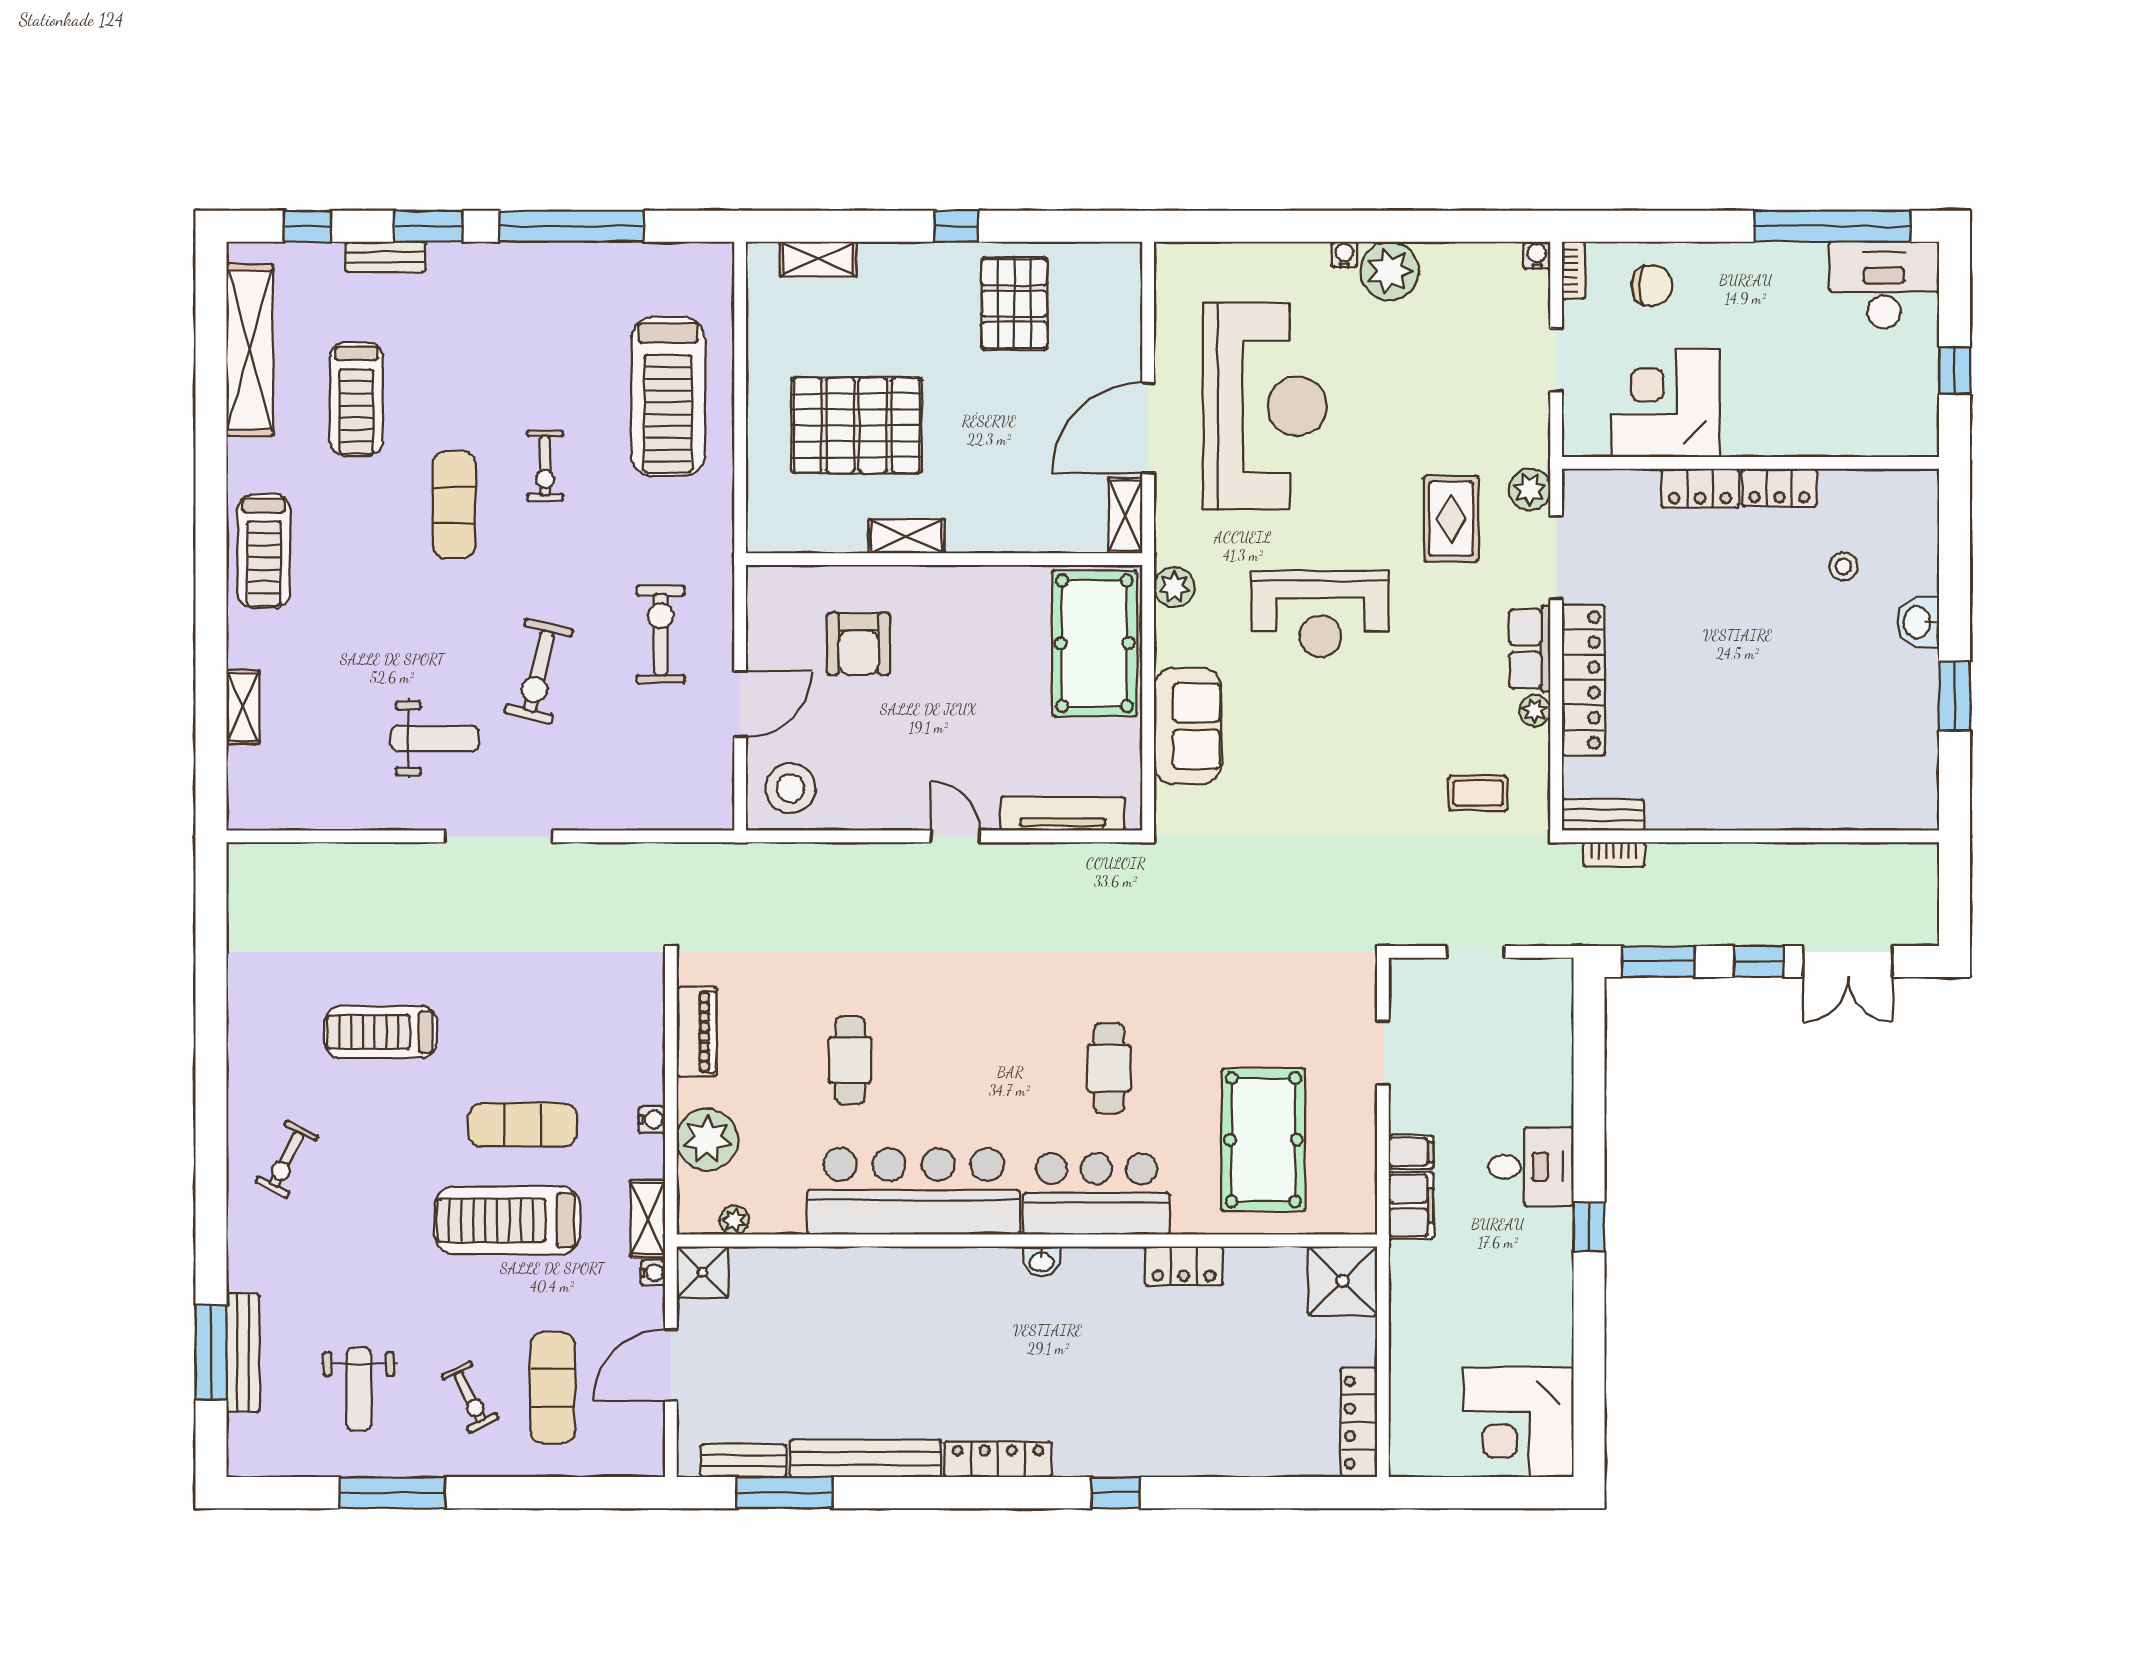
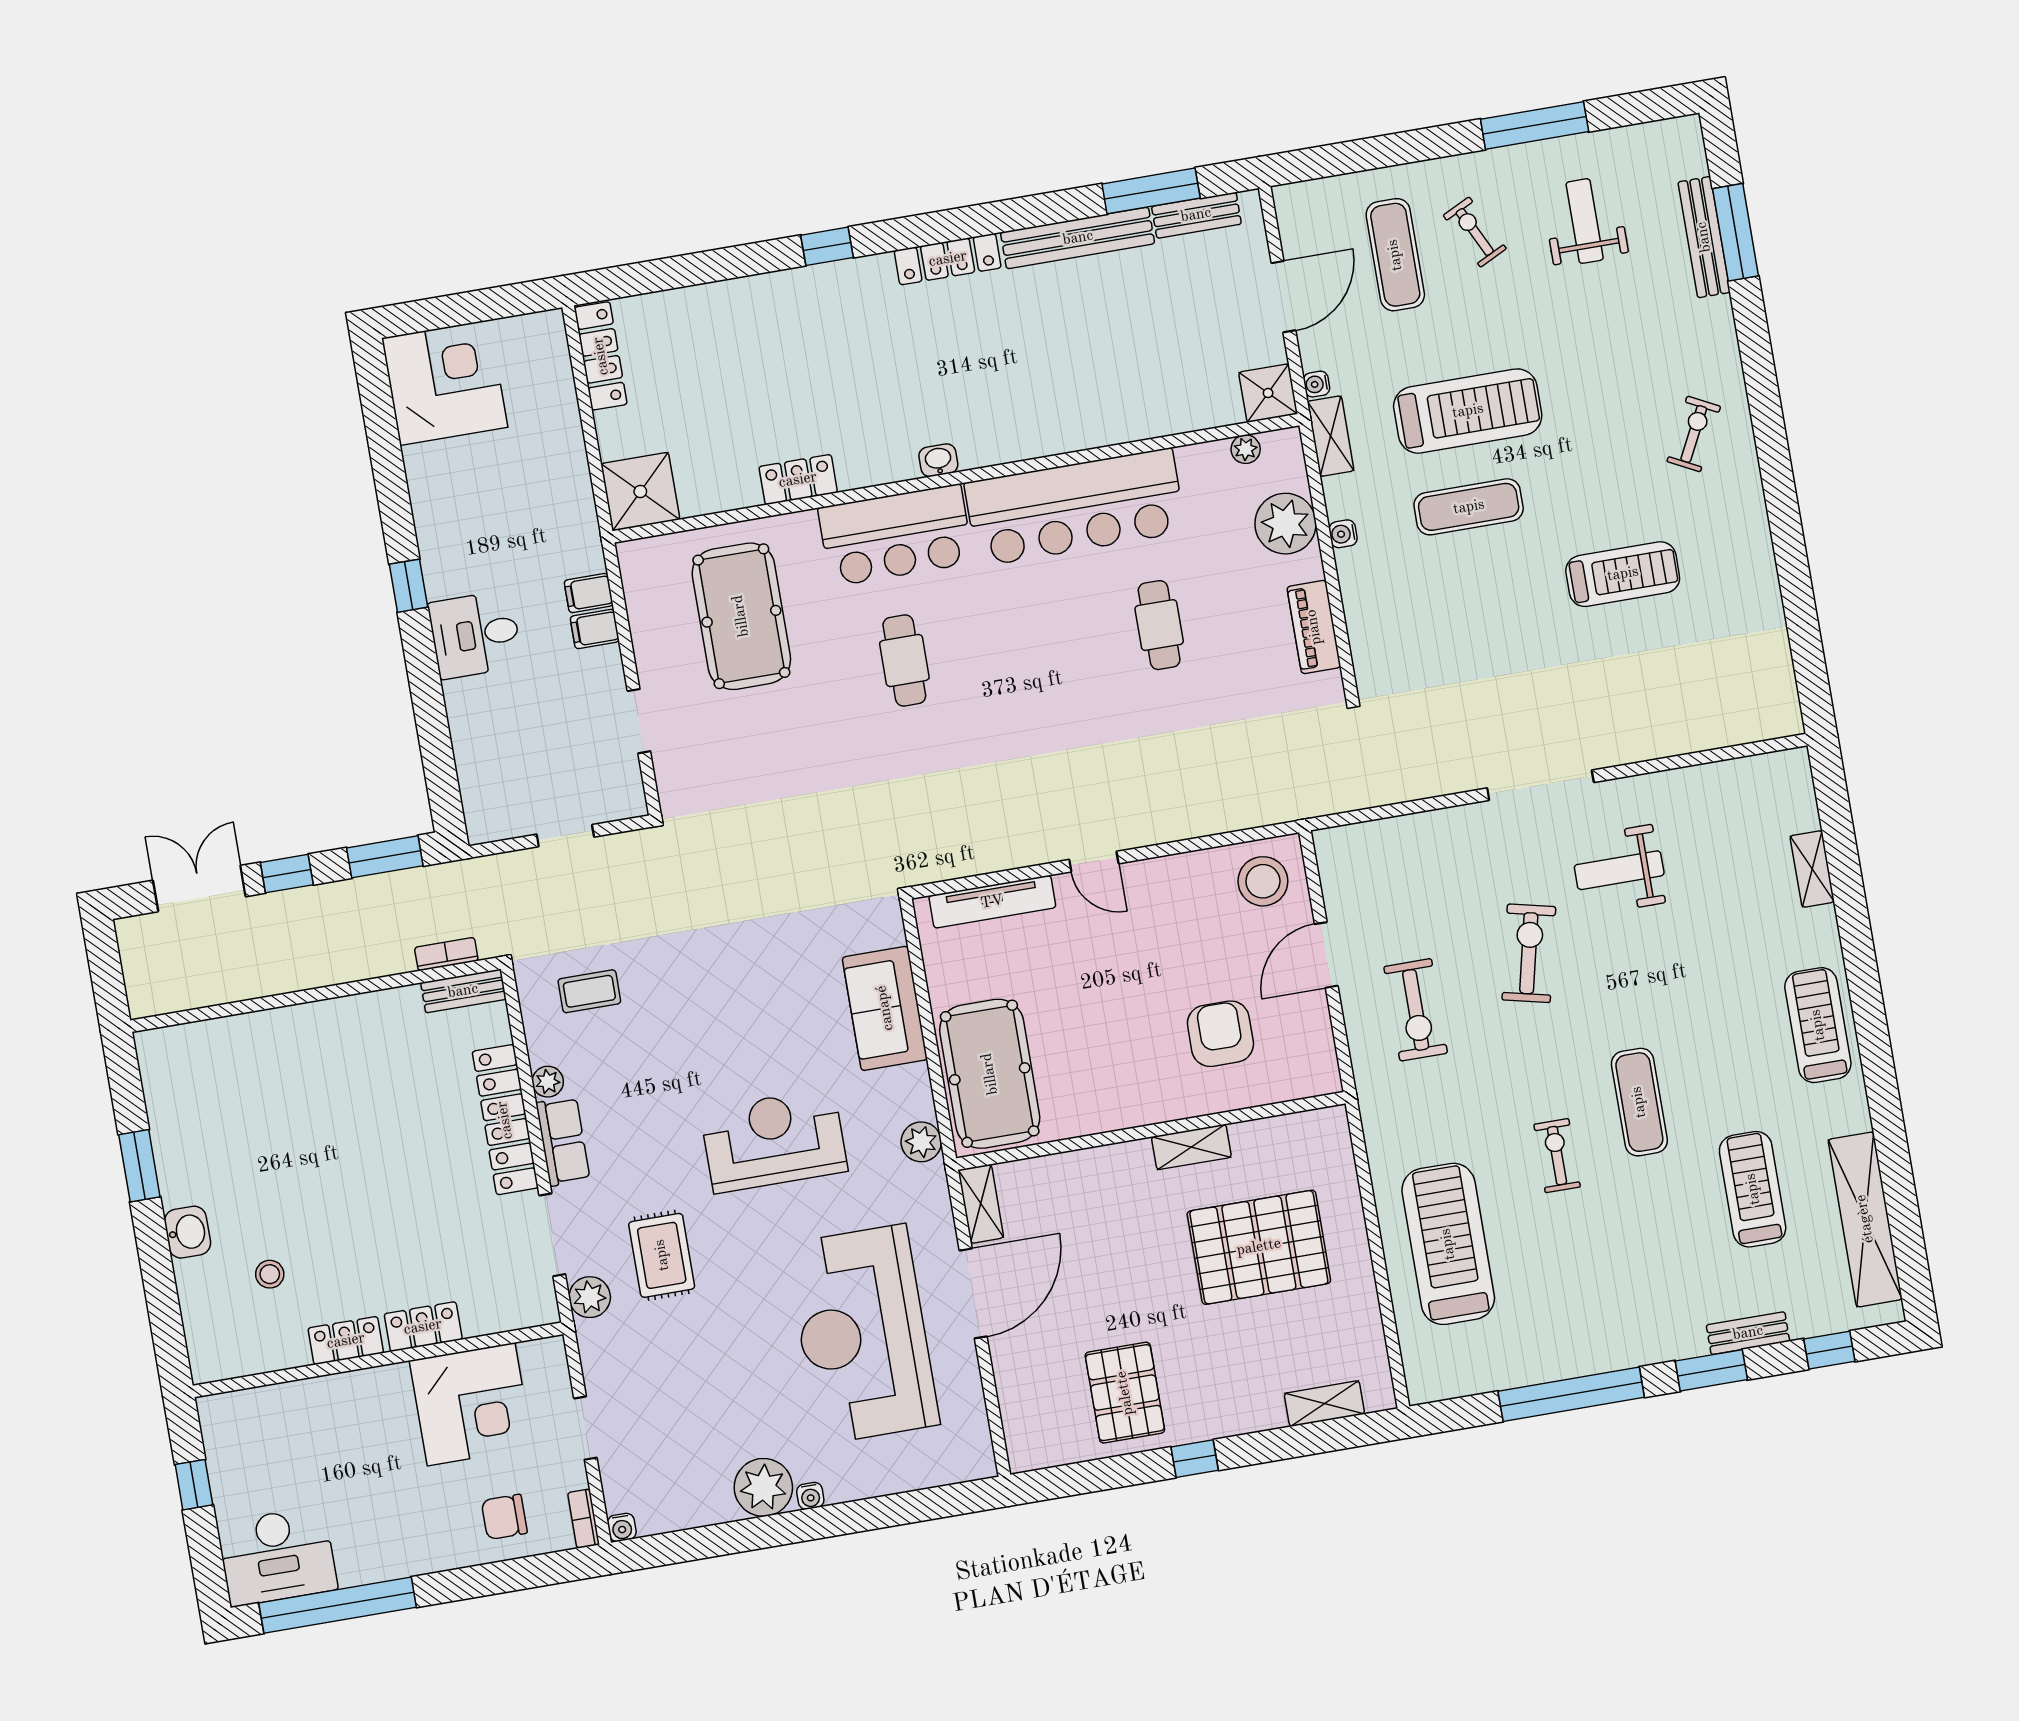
filing cabinet: (1411, 1206) -> (589, 593), width x0.50

